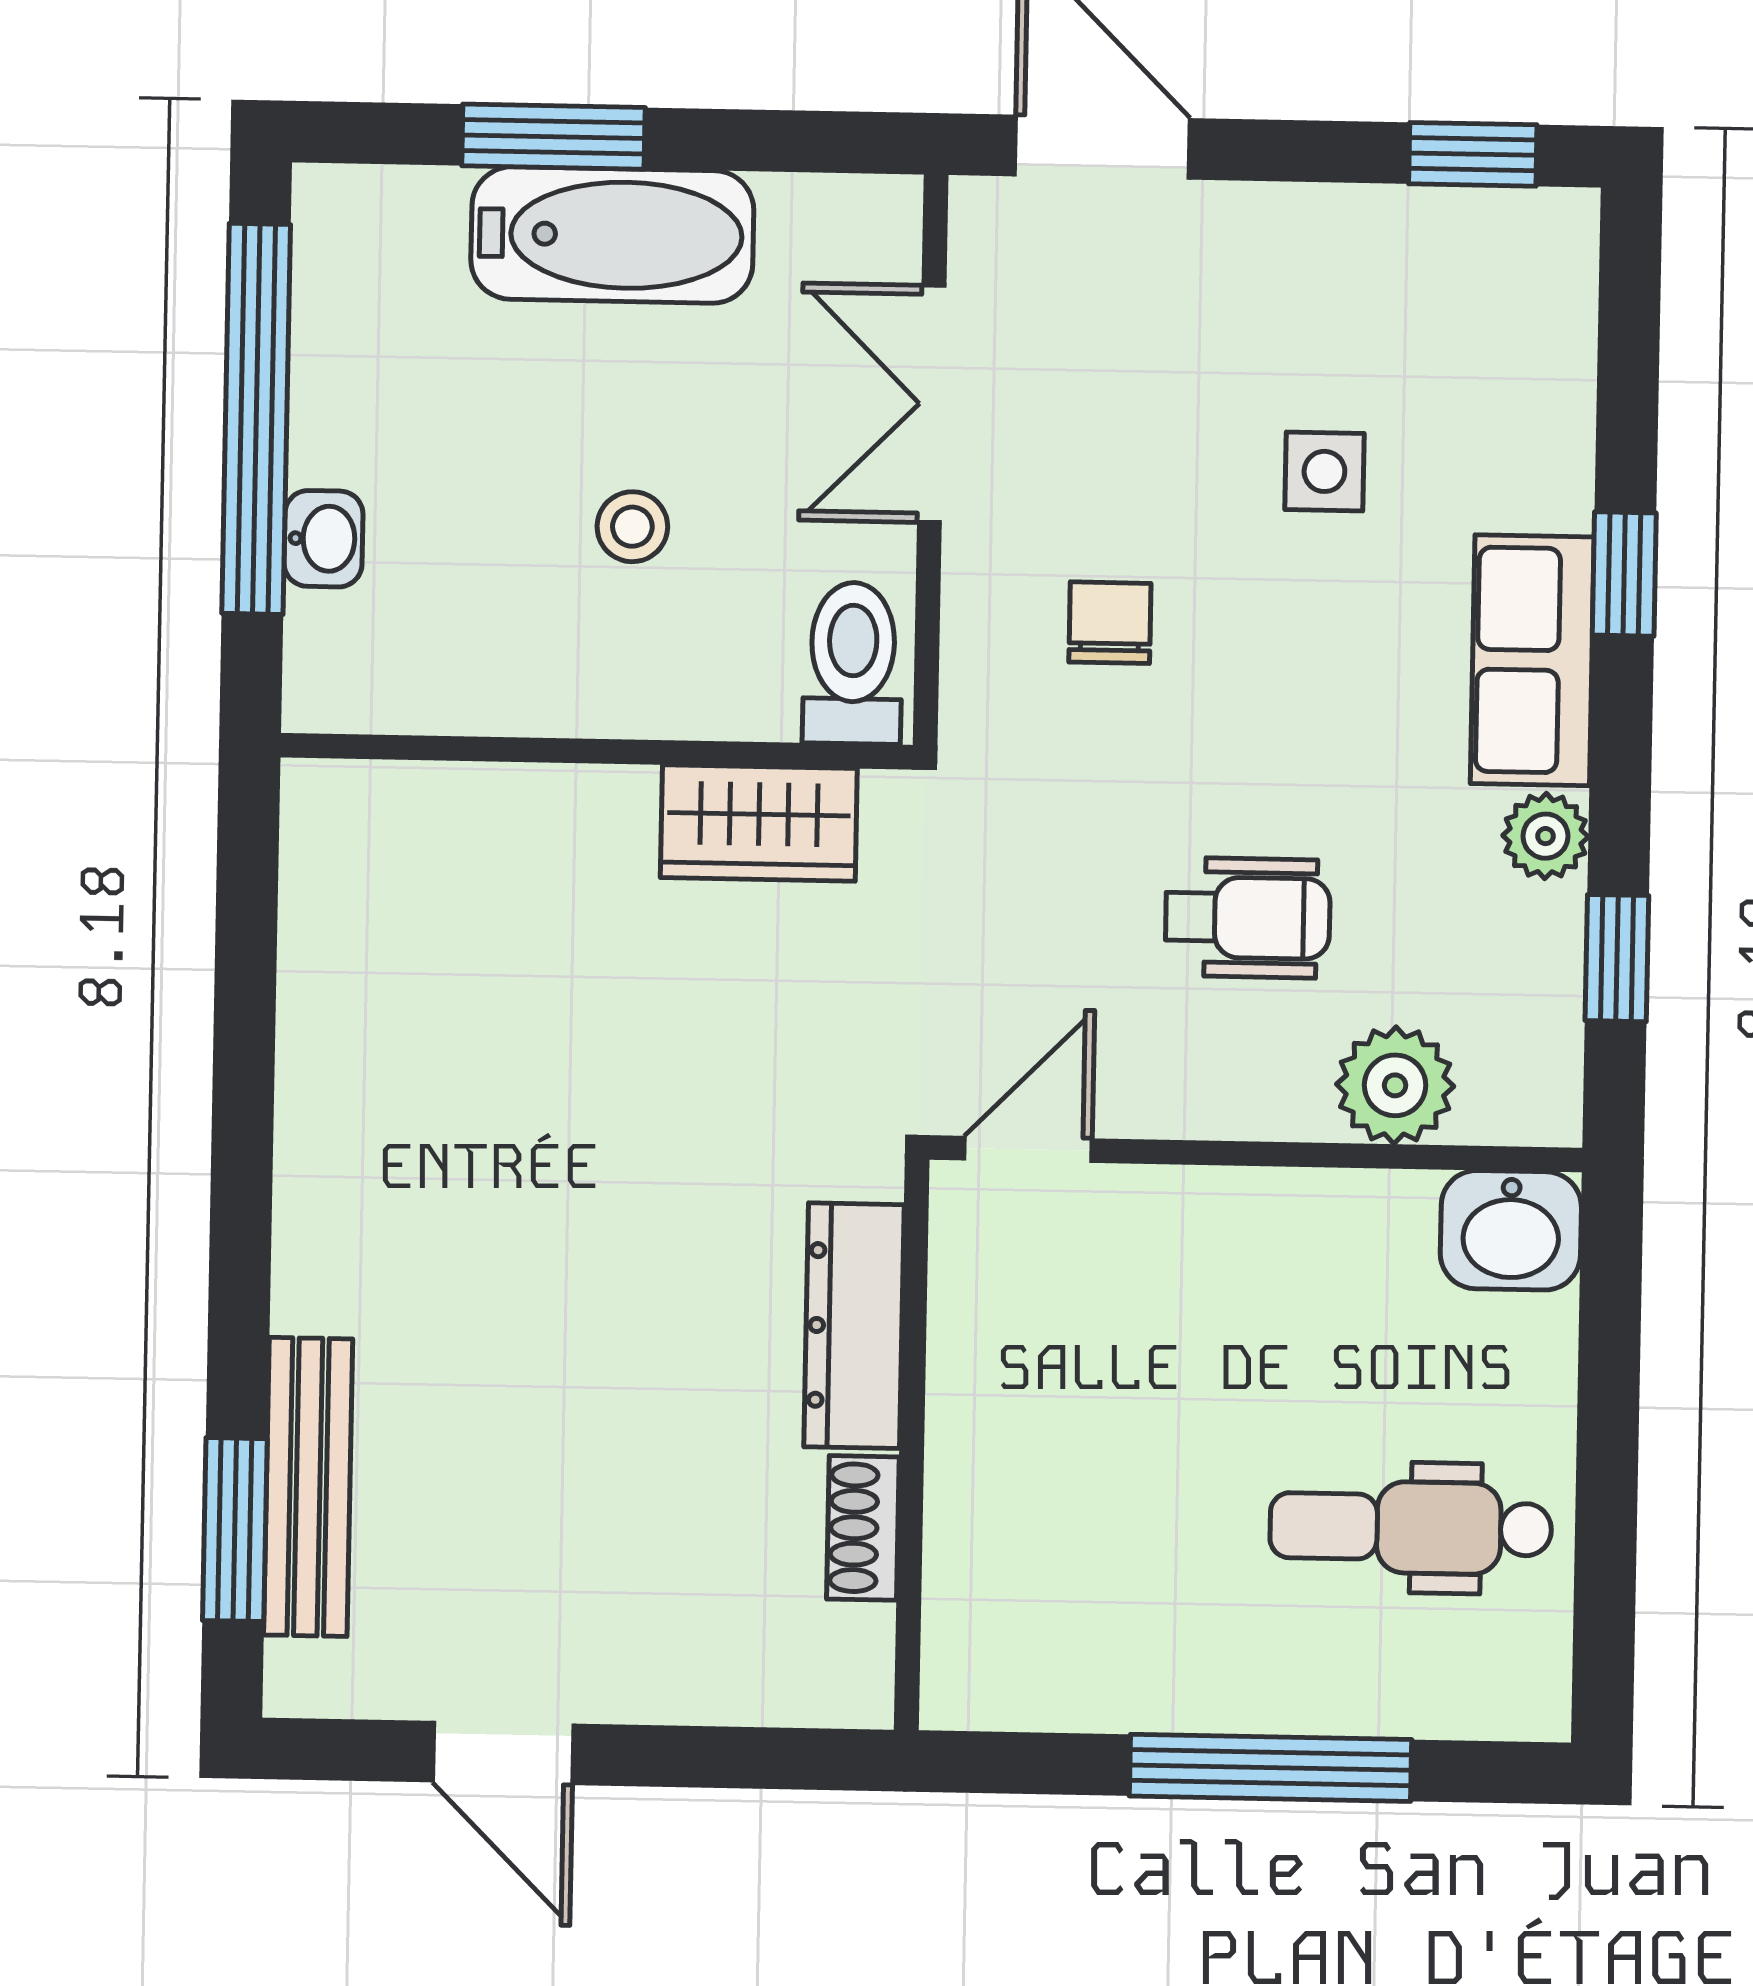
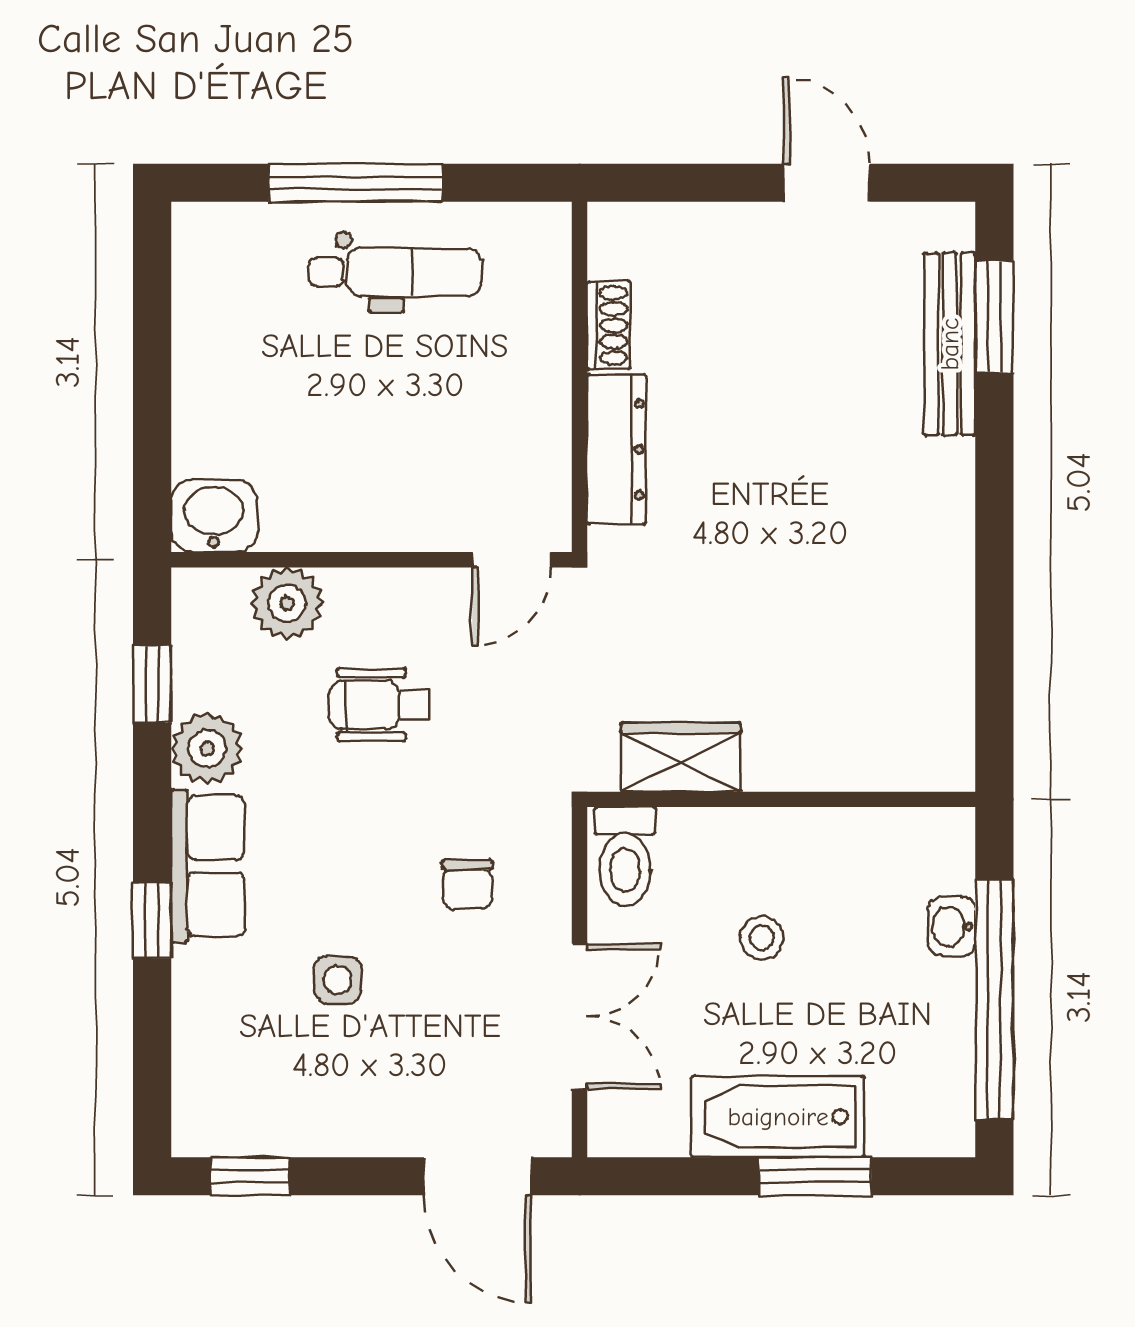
plant: (1546, 836) -> (207, 748), width x1.38, depth x1.38
dental chair: (1411, 1528) -> (395, 272), moved

